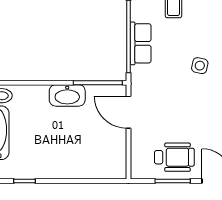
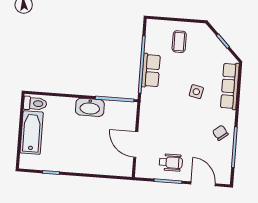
door: (128, 112) -> (136, 144), moved
wheelchair: (174, 157) -> (171, 162), width x0.73, depth x0.73

